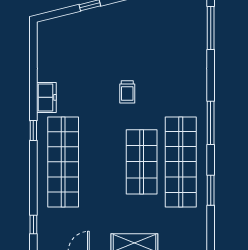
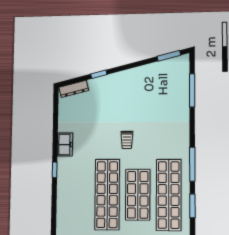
dresser: (57, 24) -> (74, 89), added
shop shelf: (63, 162) -> (107, 195), moved
window: (211, 190) -> (192, 206), moved

